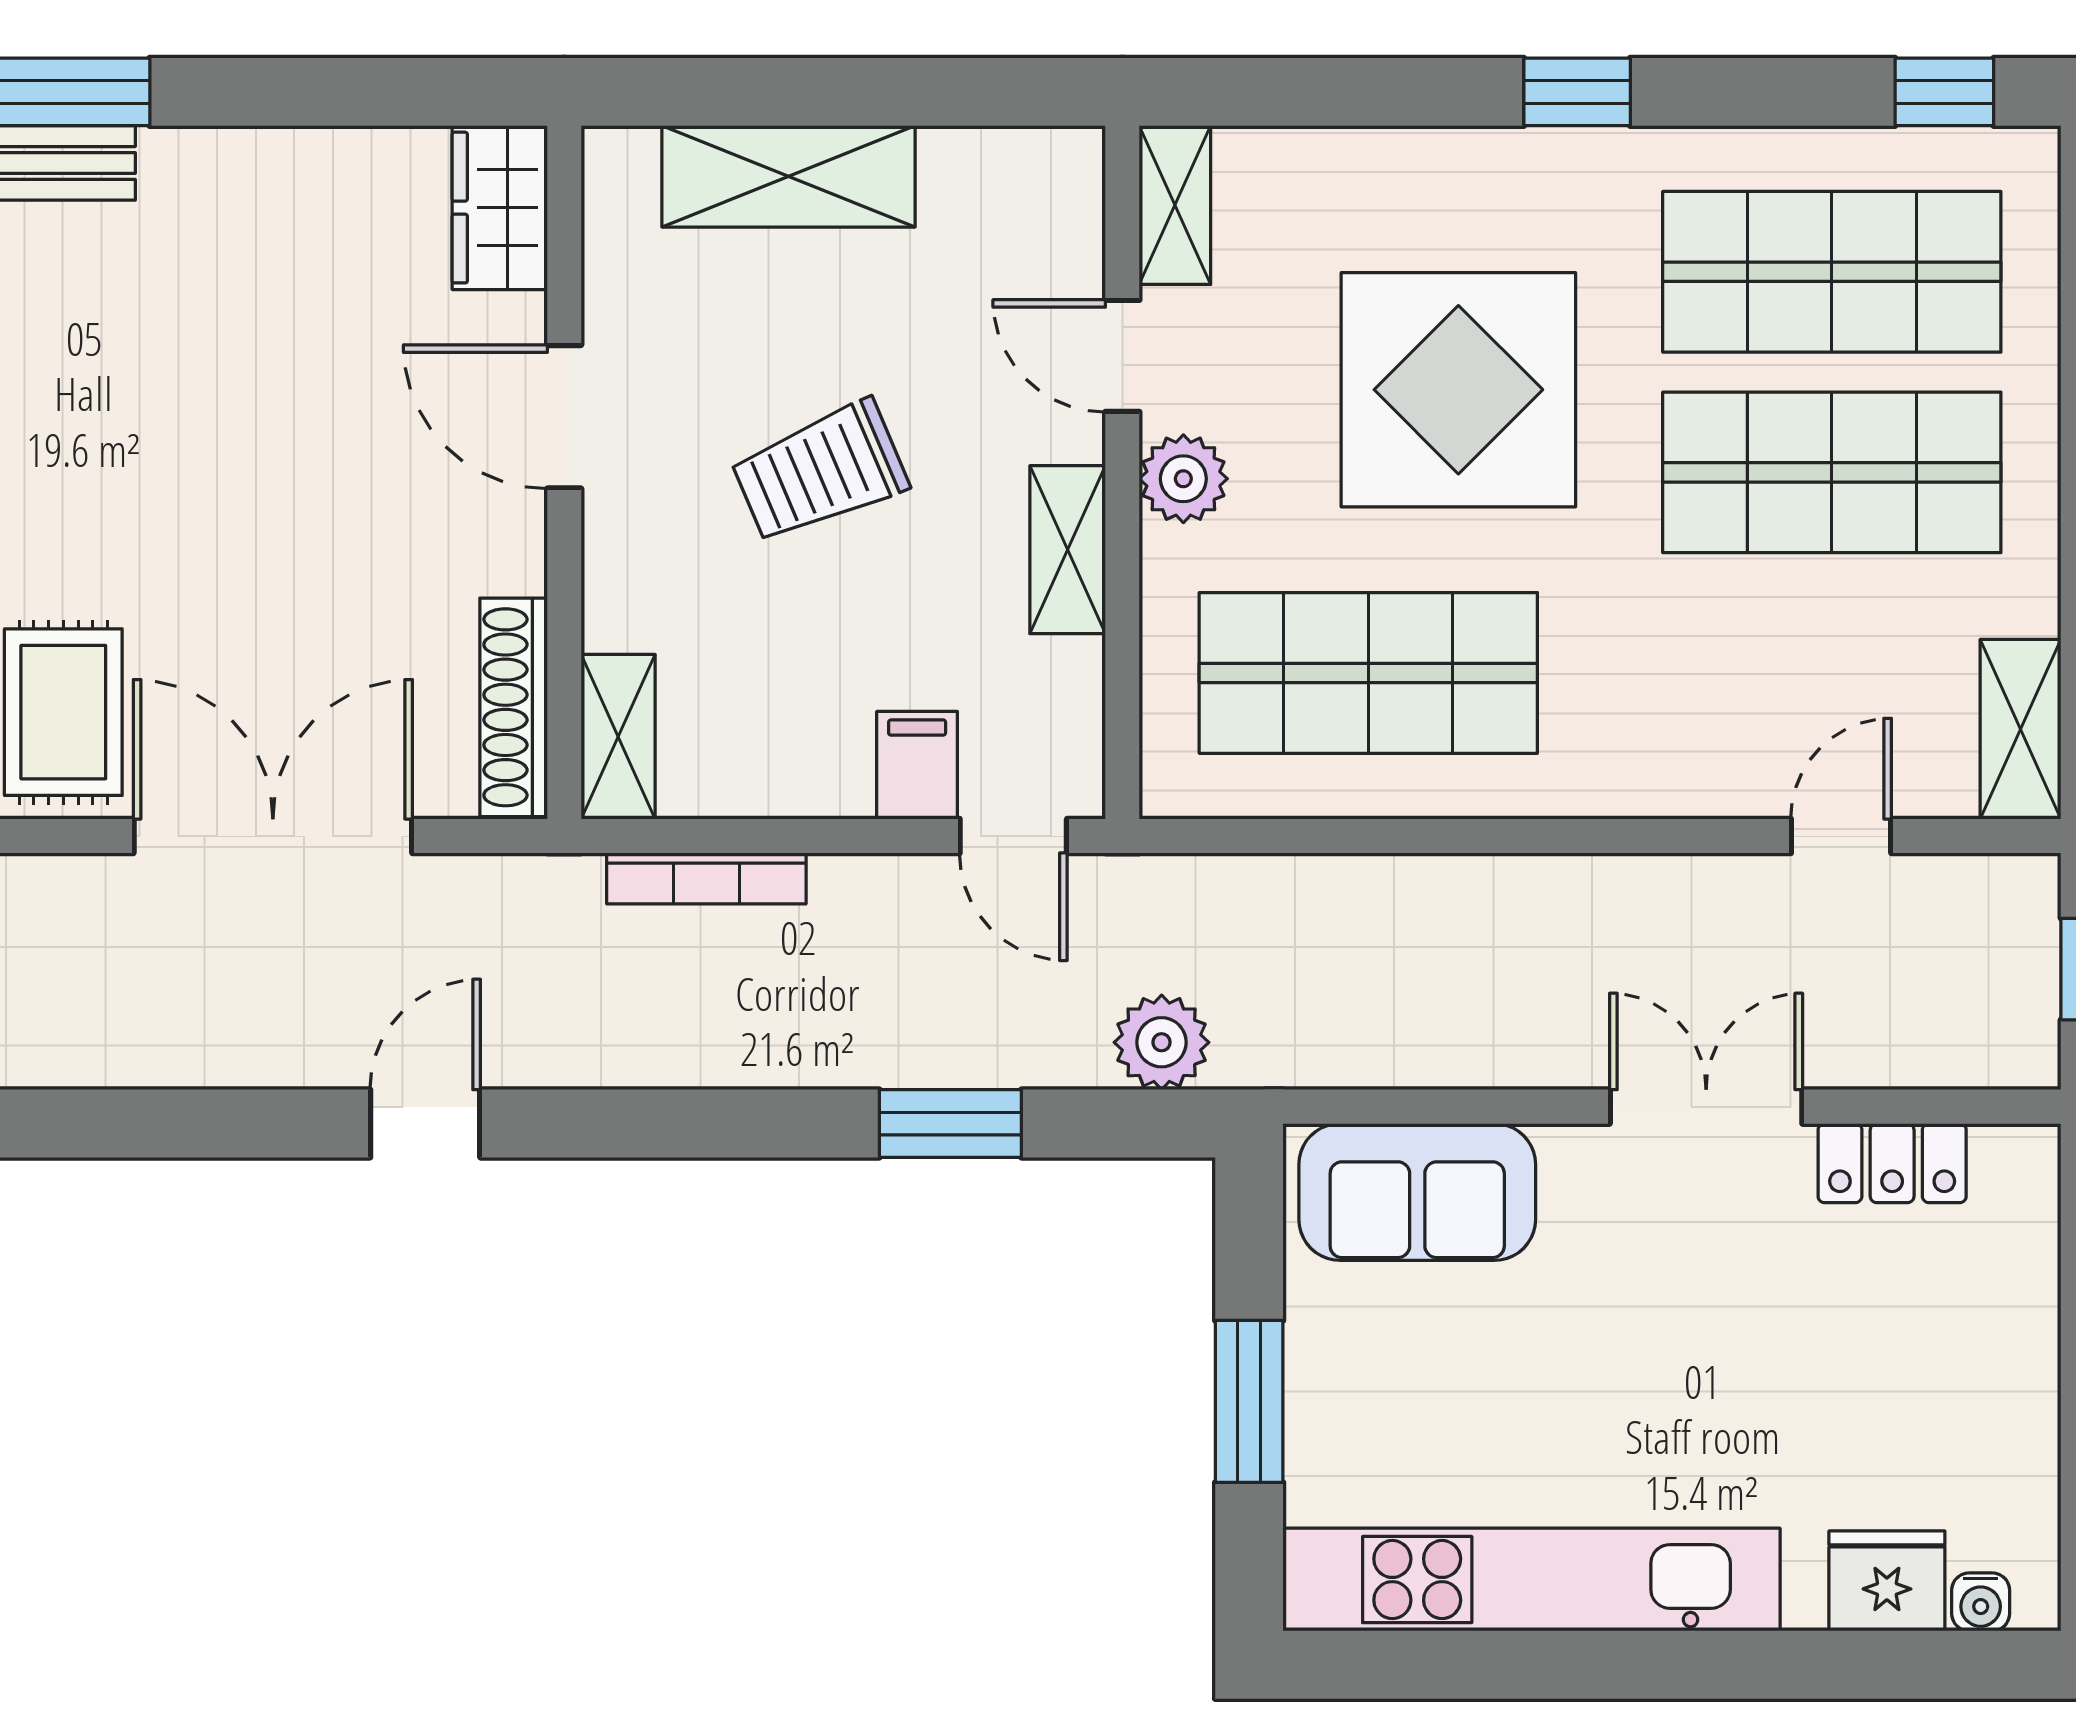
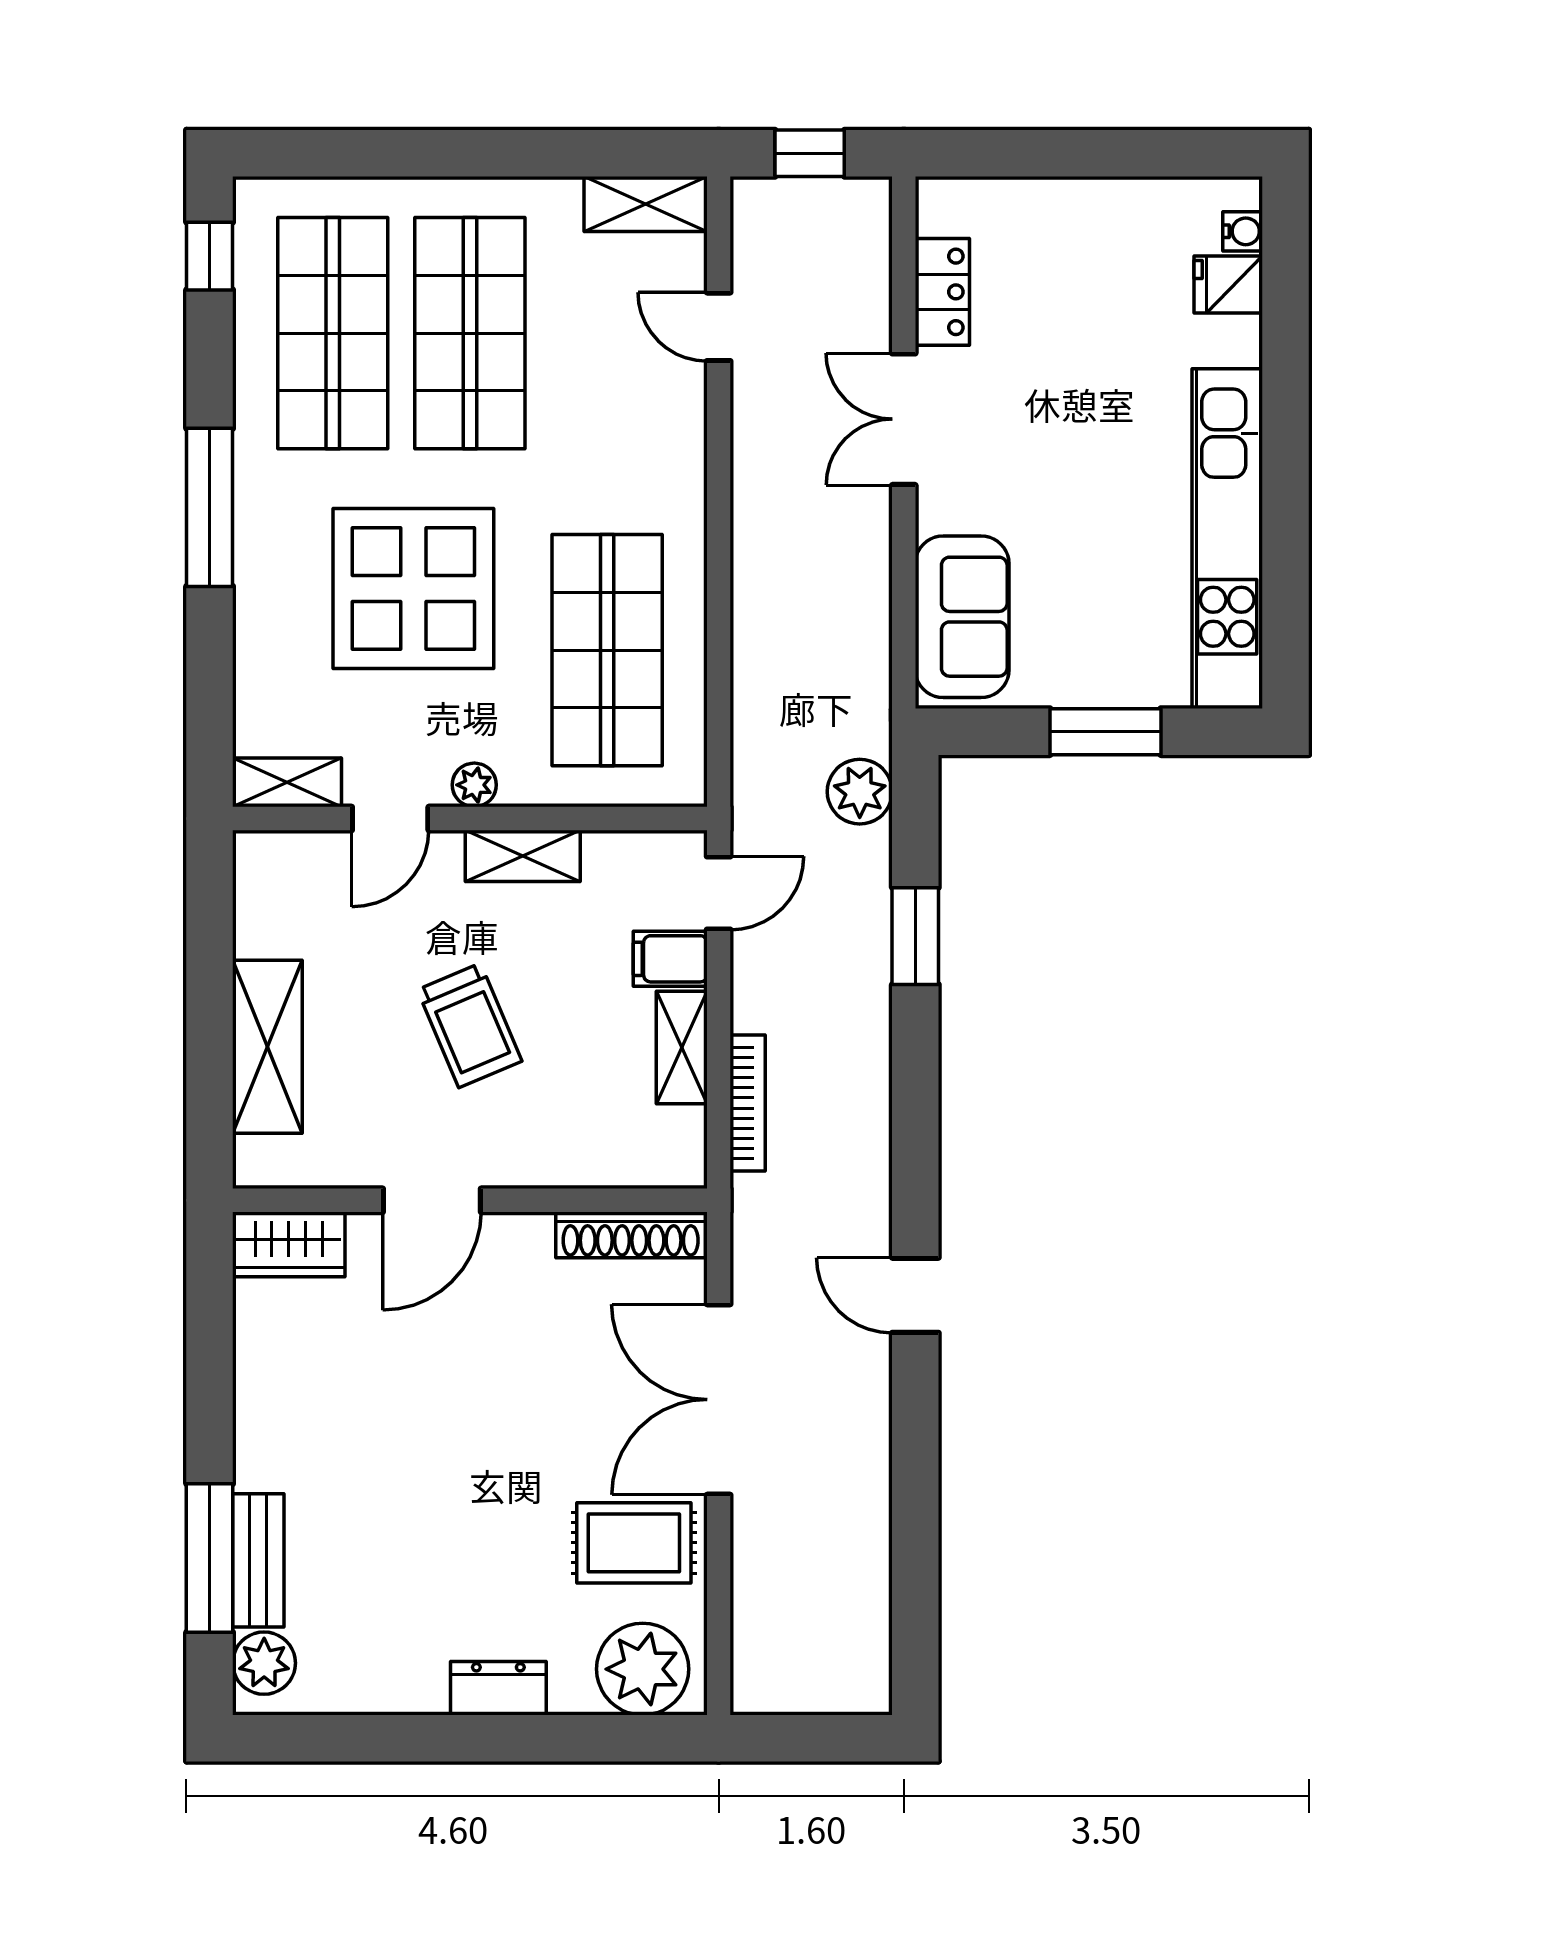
window: (1577, 92) -> (210, 507), width x2.17
plant: (1183, 479) -> (474, 785), width x0.73, depth x0.73
shelving: (618, 737) -> (682, 1047), moved, turned 90
fridge: (1887, 1581) -> (1228, 284), width x0.72

